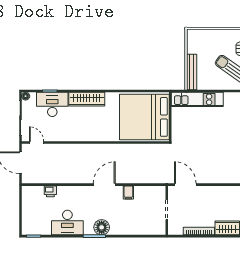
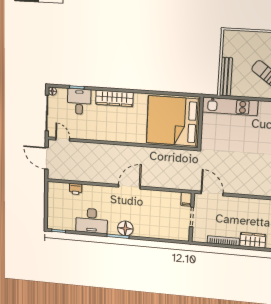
desk: (52, 104) -> (79, 101), width x0.73
filing cabinet: (128, 193) -> (186, 199), moved

